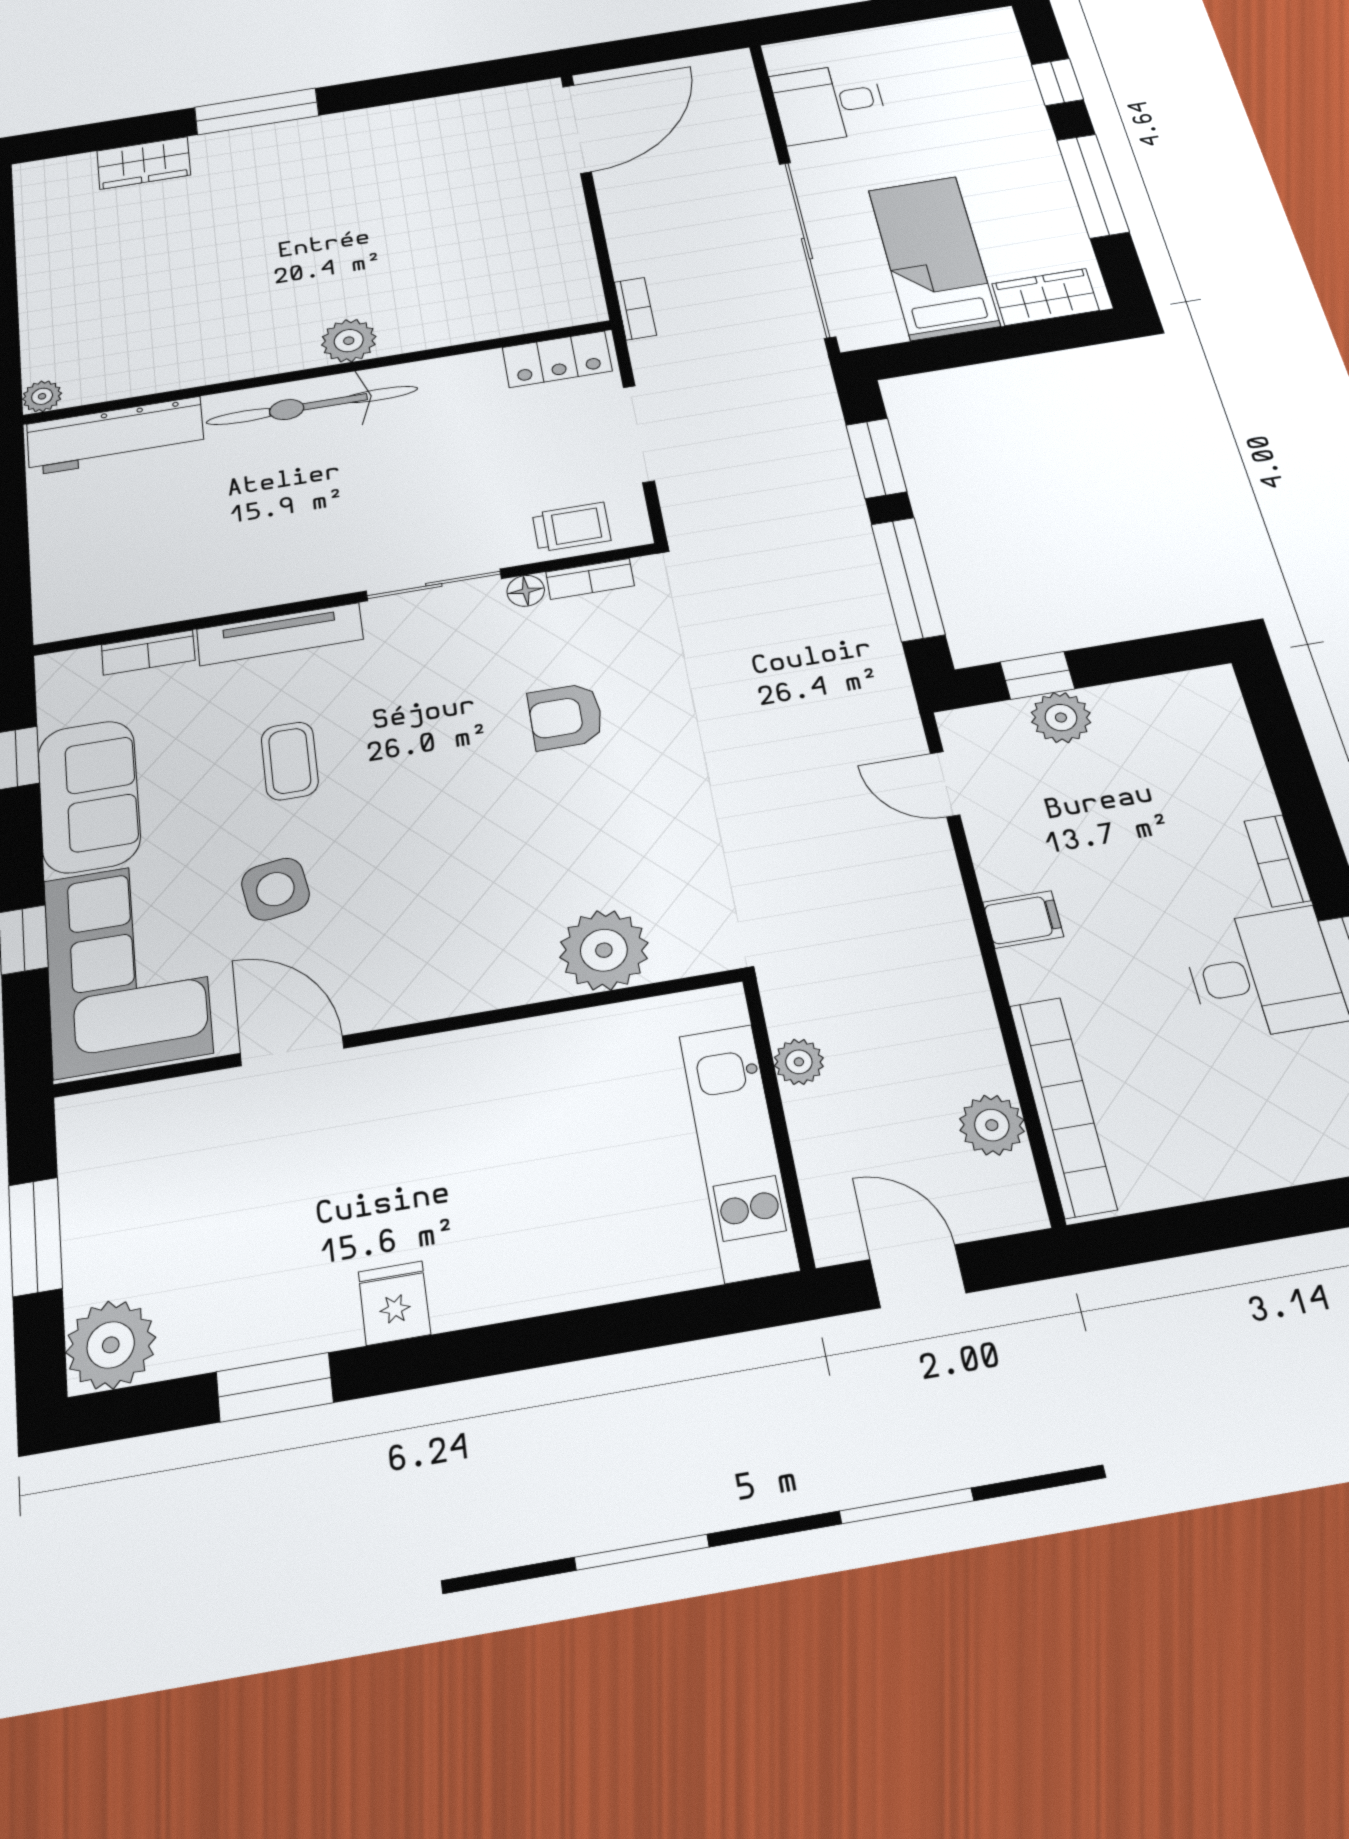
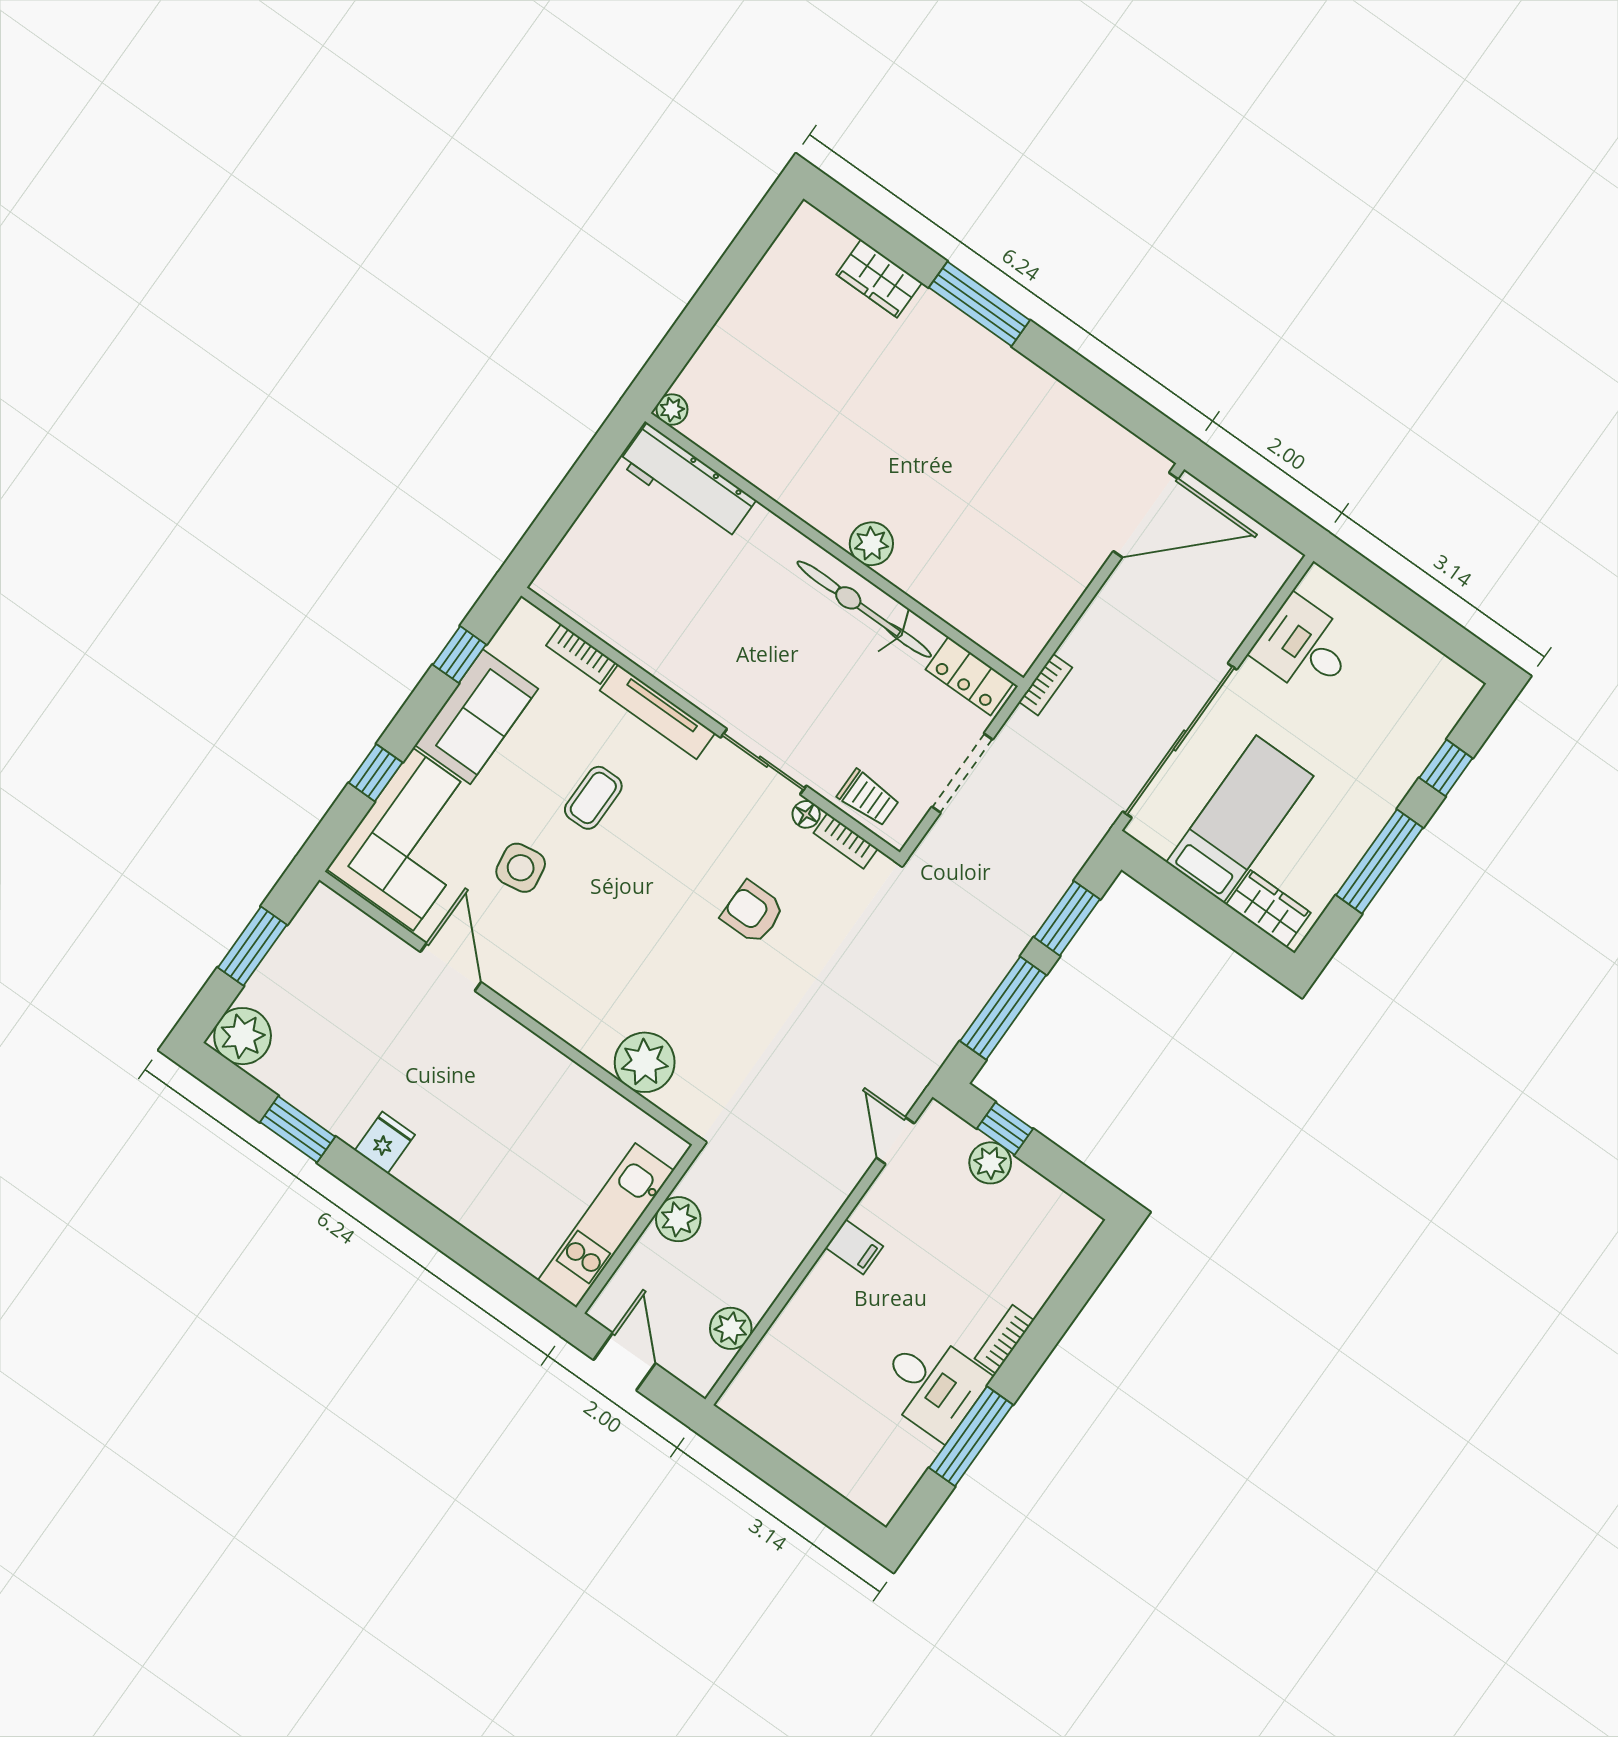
bicycle: (312, 405) -> (864, 609), moved
plant: (799, 1062) -> (678, 1219), width x1.38, depth x1.38
bookcase: (1062, 1106) -> (772, 1352), removed

